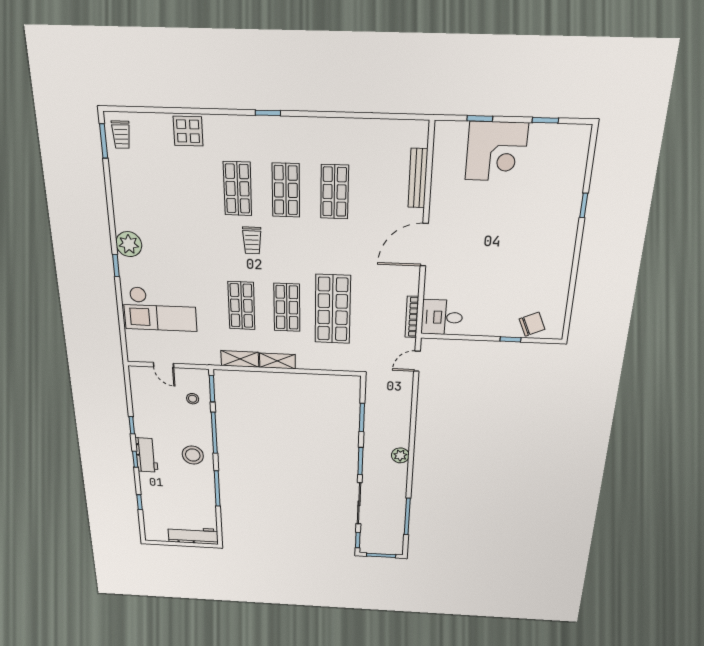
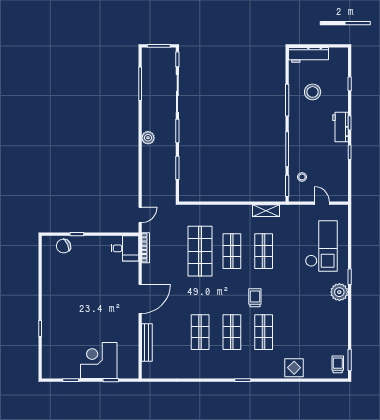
checkout: (160, 309) -> (321, 246), turned 90
shelving: (277, 361) -> (239, 210), removed
stool: (193, 455) -> (313, 92), moved

